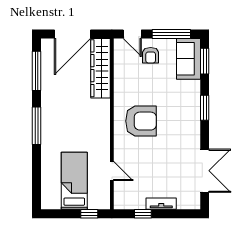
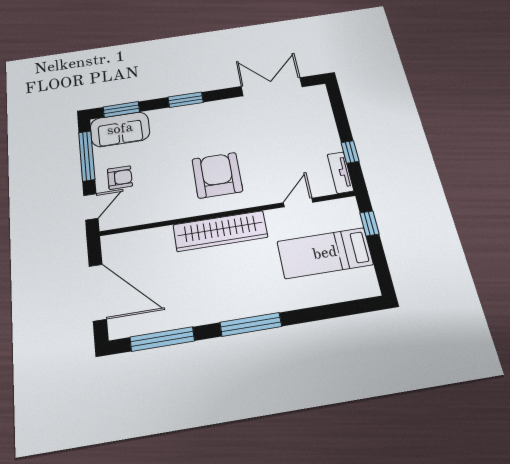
wardrobe: (100, 68) -> (220, 231), moved
tv unit: (161, 204) -> (340, 172), moved

